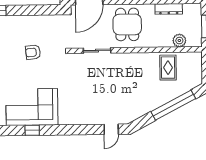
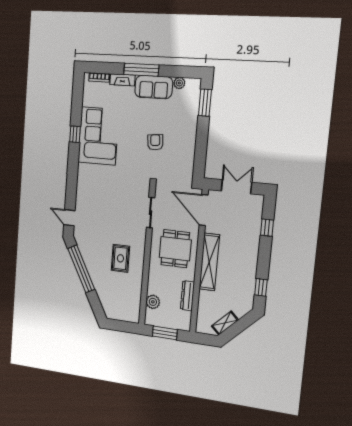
dining table: (127, 24) -> (175, 249), turned 90
rug: (168, 68) -> (120, 258), moved, turned 90
window: (173, 105) -> (81, 269), moved

